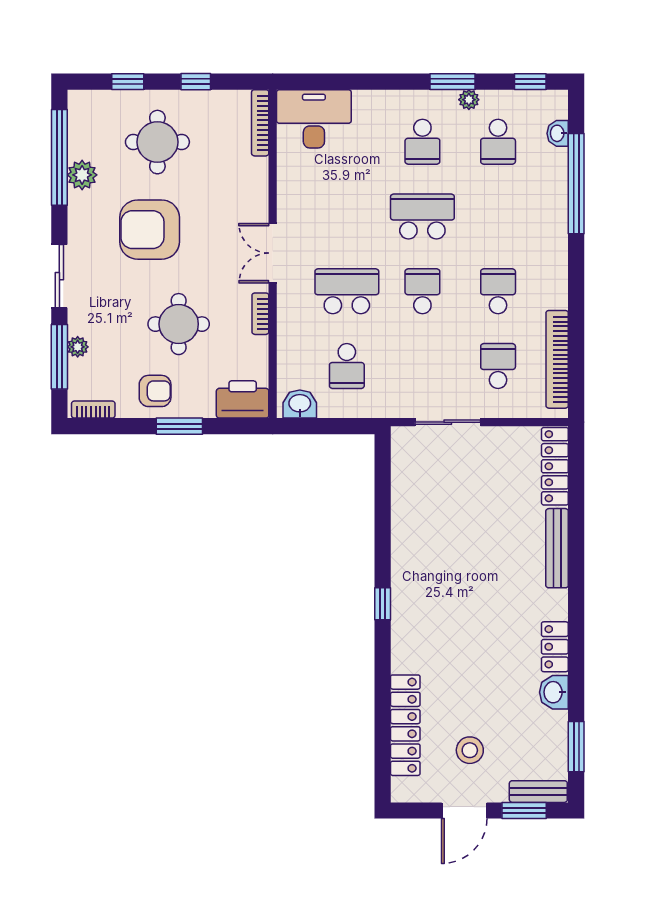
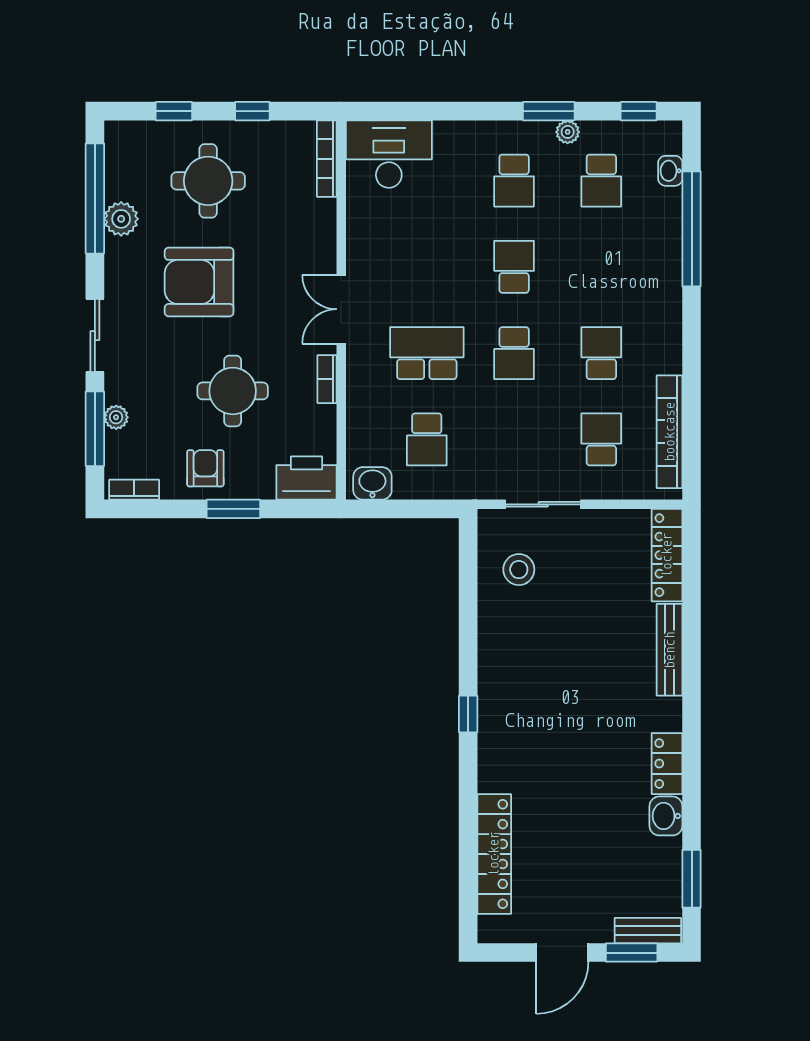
school desk: (422, 216) -> (514, 267), width x0.54
school desk: (422, 291) -> (514, 353), turned 180
armchair: (155, 391) -> (205, 468), turned -90
stool: (470, 750) -> (519, 570), moved

